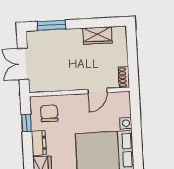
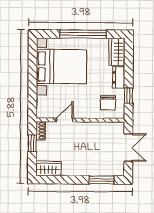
wardrobe: (97, 35) -> (48, 169), moved
window: (133, 62) -> (32, 143), added

